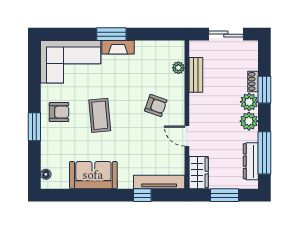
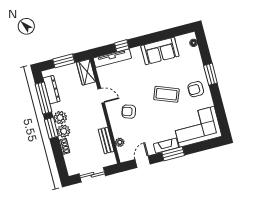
door: (155, 34) -> (143, 162), added
window: (264, 90) -> (51, 128), moved
coffee table: (100, 115) -> (166, 94), turned -64

